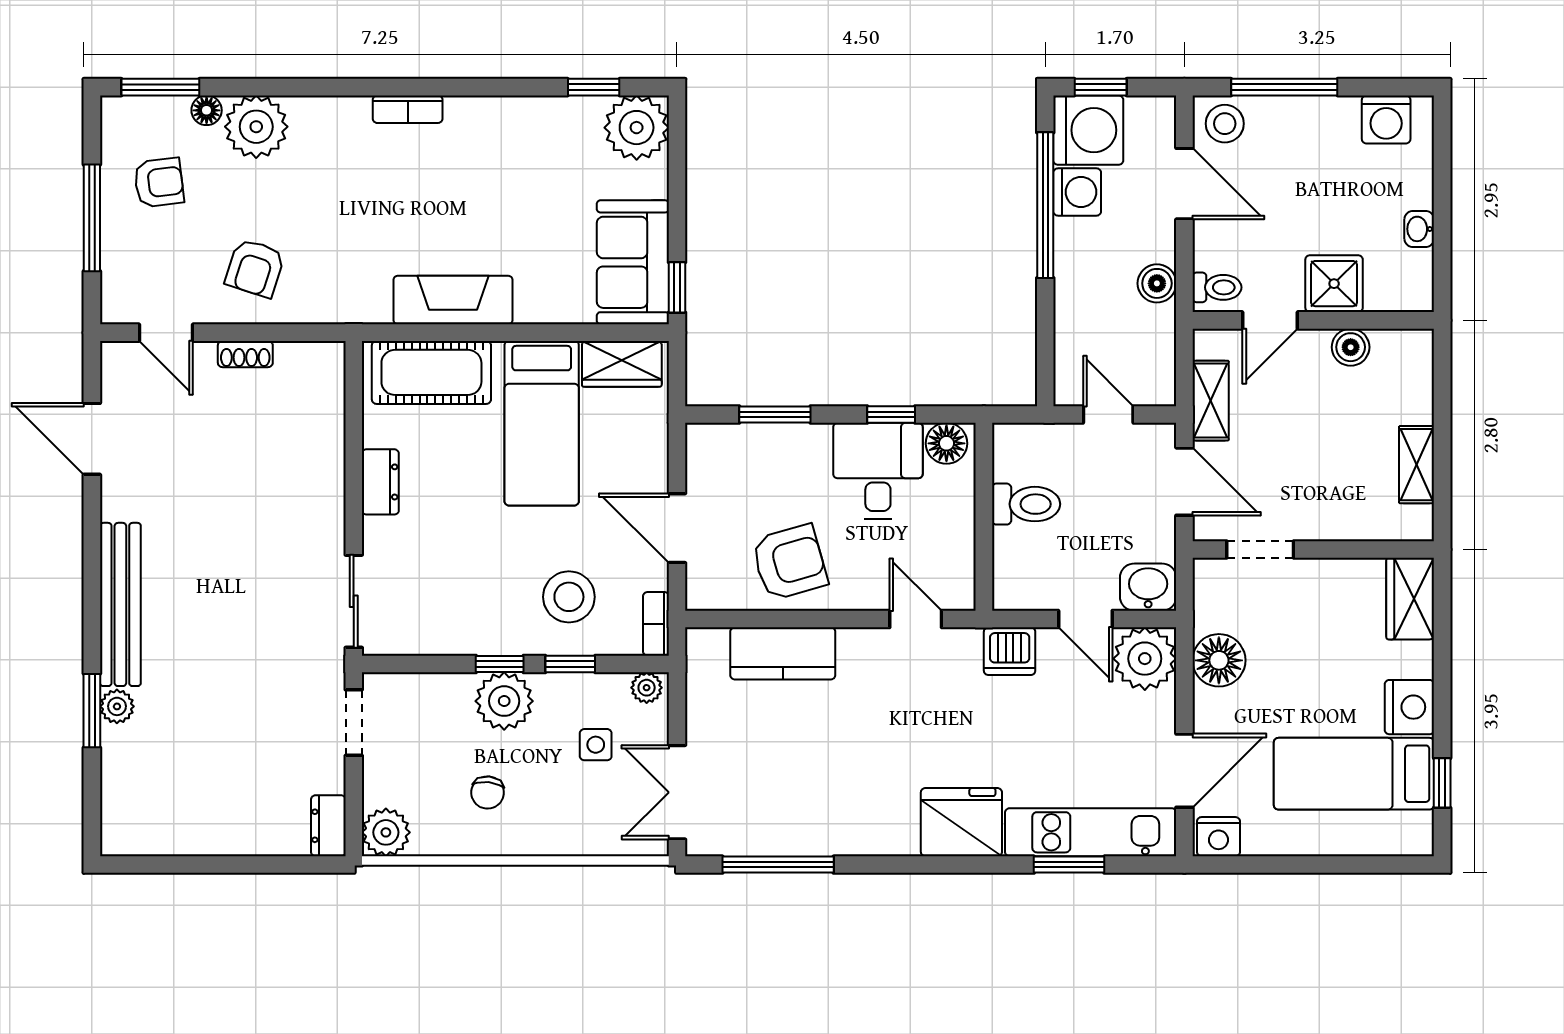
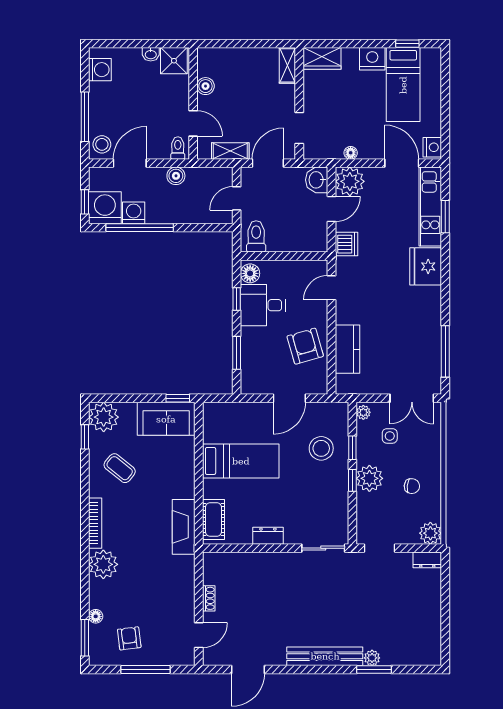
bookcase: (408, 109) -> (95, 523), width x1.56
plant: (256, 127) -> (103, 564), moved
coffee table: (526, 162) -> (120, 468), added
armchair: (255, 268) -> (169, 594), removed
shower: (1334, 284) -> (174, 61), moved
fireplace: (453, 300) -> (184, 527), moved
wardrobe: (622, 364) -> (213, 424), removed
cot: (431, 372) -> (213, 520), width x0.73, depth x0.75
shelving: (1417, 465) -> (287, 65), moved, turned 90
toilet: (1026, 504) -> (256, 236), moved
bookcase: (656, 624) -> (334, 408), removed
floor lamp: (1219, 660) -> (351, 153), width x0.53, depth x0.53

